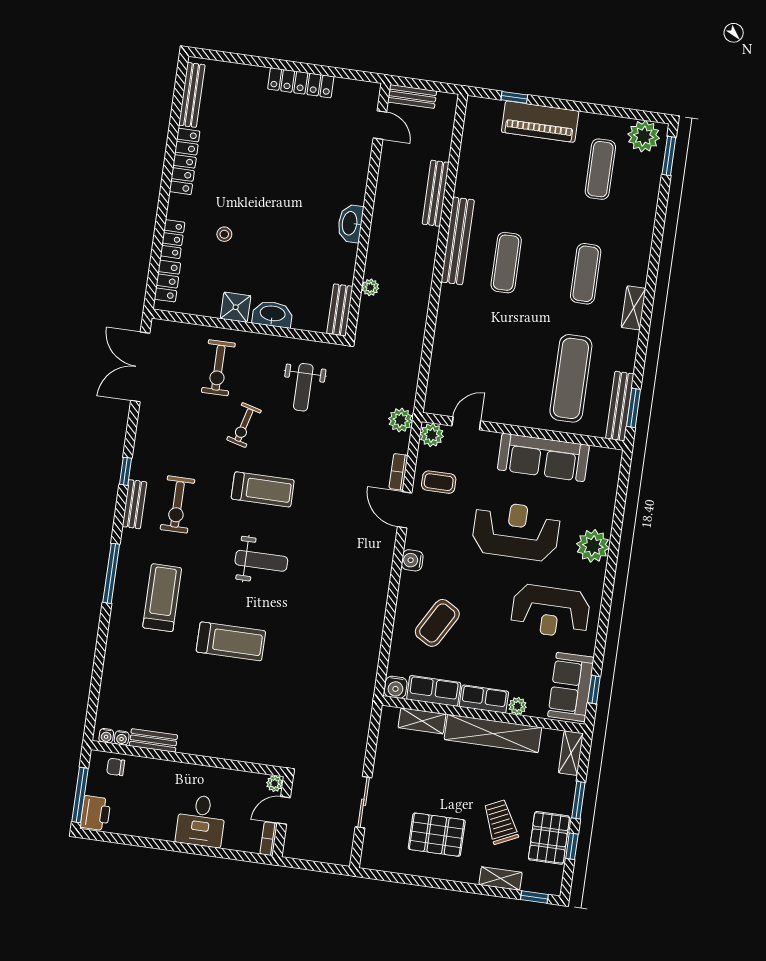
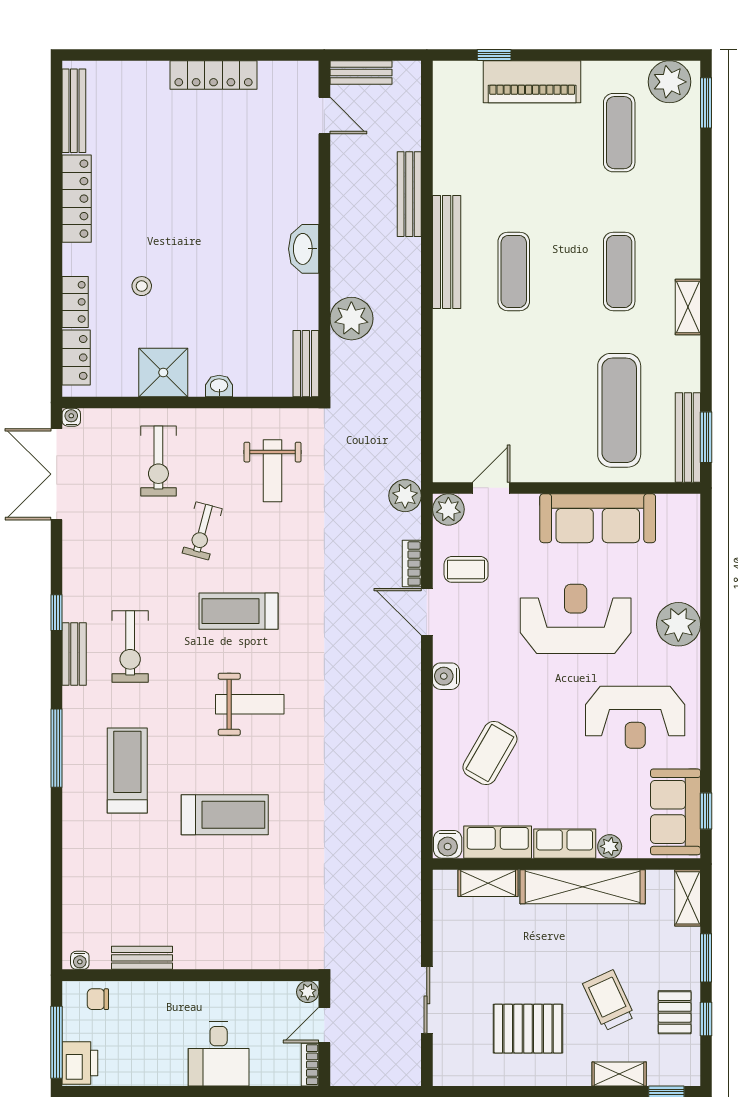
plant: (370, 287) -> (351, 319), width x1.88, depth x1.88
shower: (236, 307) -> (163, 373), width x1.36, depth x1.36
washbasin: (272, 314) -> (219, 386), width x0.52, depth x0.69
treadmill: (263, 489) -> (238, 611), turned 180
water cooler: (122, 738) -> (71, 417), moved, turned 180
pallet: (549, 838) -> (675, 1012), width x0.67, depth x0.71

